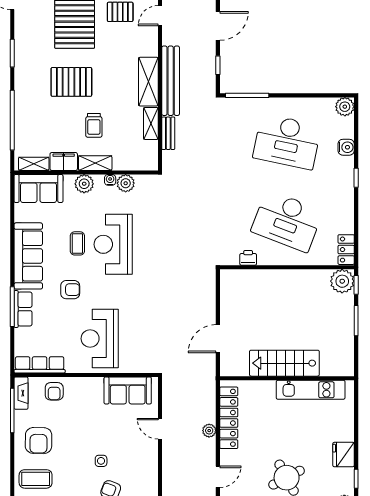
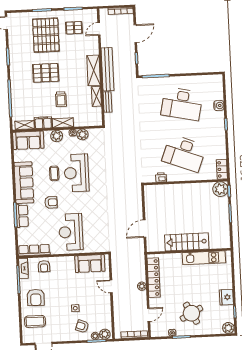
plant: (345, 107) -> (217, 80), removed

